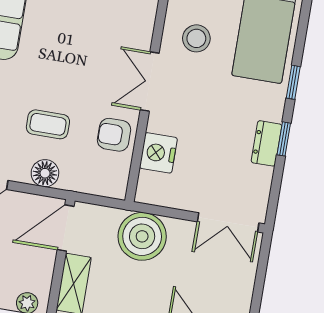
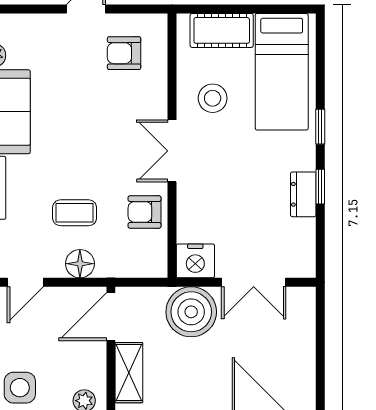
nightstand: (158, 153) -> (195, 261), moved, turned -90
double door: (228, 222) -> (254, 282), moved

